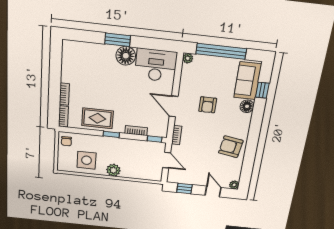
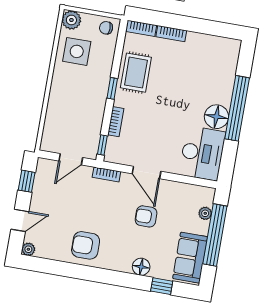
window: (118, 40) -> (237, 108), width x2.11
plant: (188, 58) -> (205, 213), moved
sofa: (248, 81) -> (190, 258), moved, turned -90
door: (174, 106) -> (146, 172), swing flipped
armchair: (231, 147) -> (86, 245), turned -99
plant: (113, 170) -> (71, 20), moved

